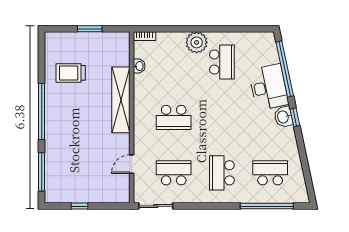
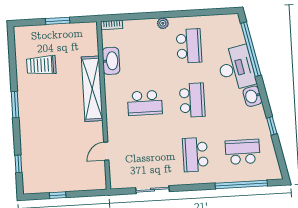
plant: (197, 42) -> (163, 23), width x0.53, depth x0.53
washbasin: (139, 66) -> (111, 61), width x1.91, depth x1.45
window: (42, 111) -> (15, 105), width x0.47
window: (295, 117) -> (272, 126), moved
window: (42, 172) -> (18, 164), width x0.46
school desk: (174, 173) -> (192, 100), moved, turned 90
sliding door: (156, 206) -> (152, 190), moved

